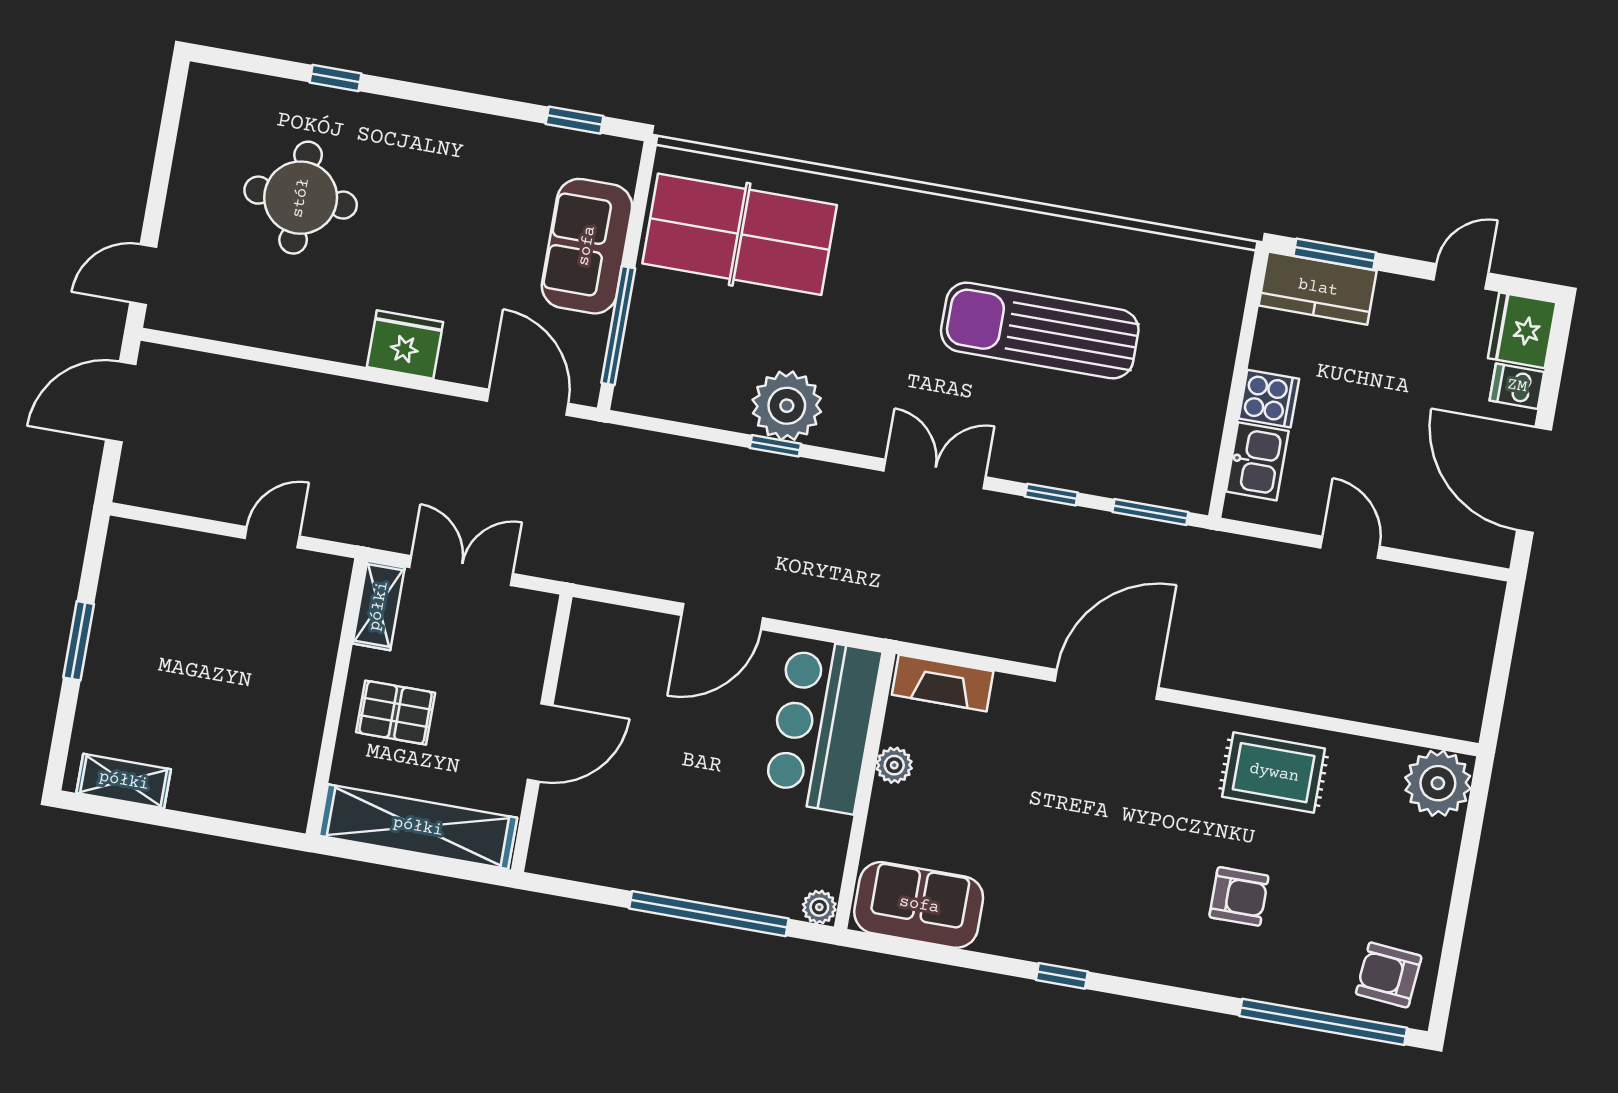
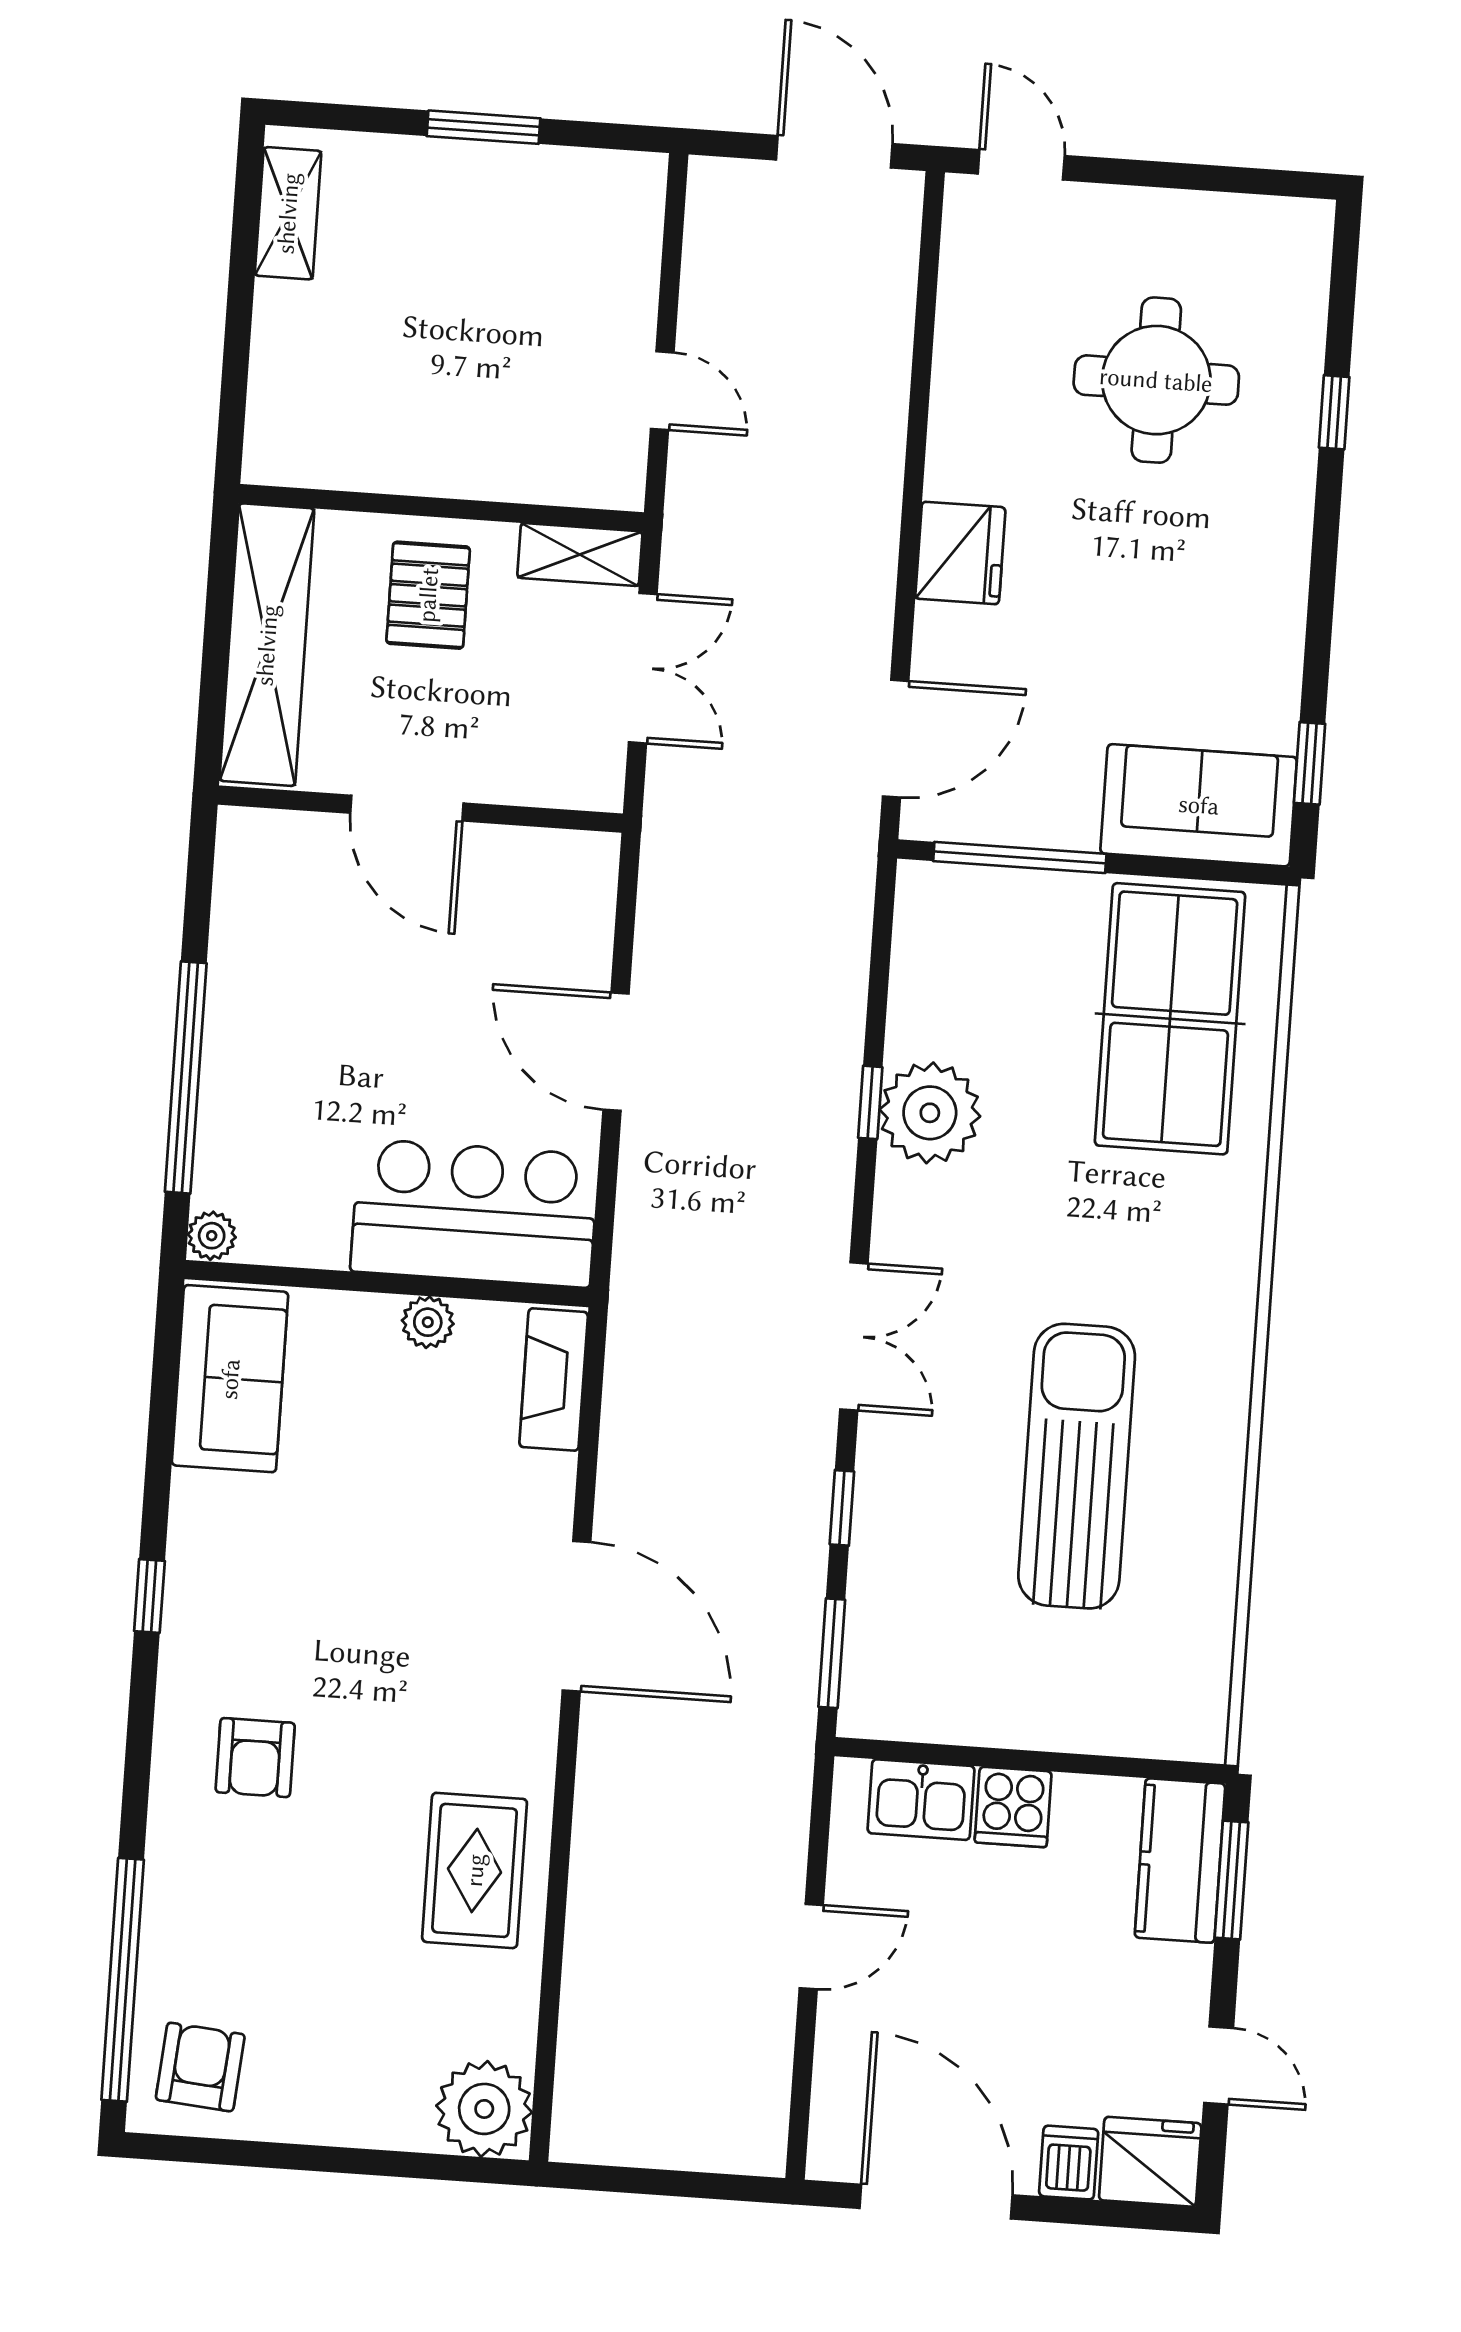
sofa: (587, 246) -> (1199, 805), moved
door: (1534, 480) -> (936, 2202), hinge flipped
armchair: (1239, 896) -> (255, 1758), moved

